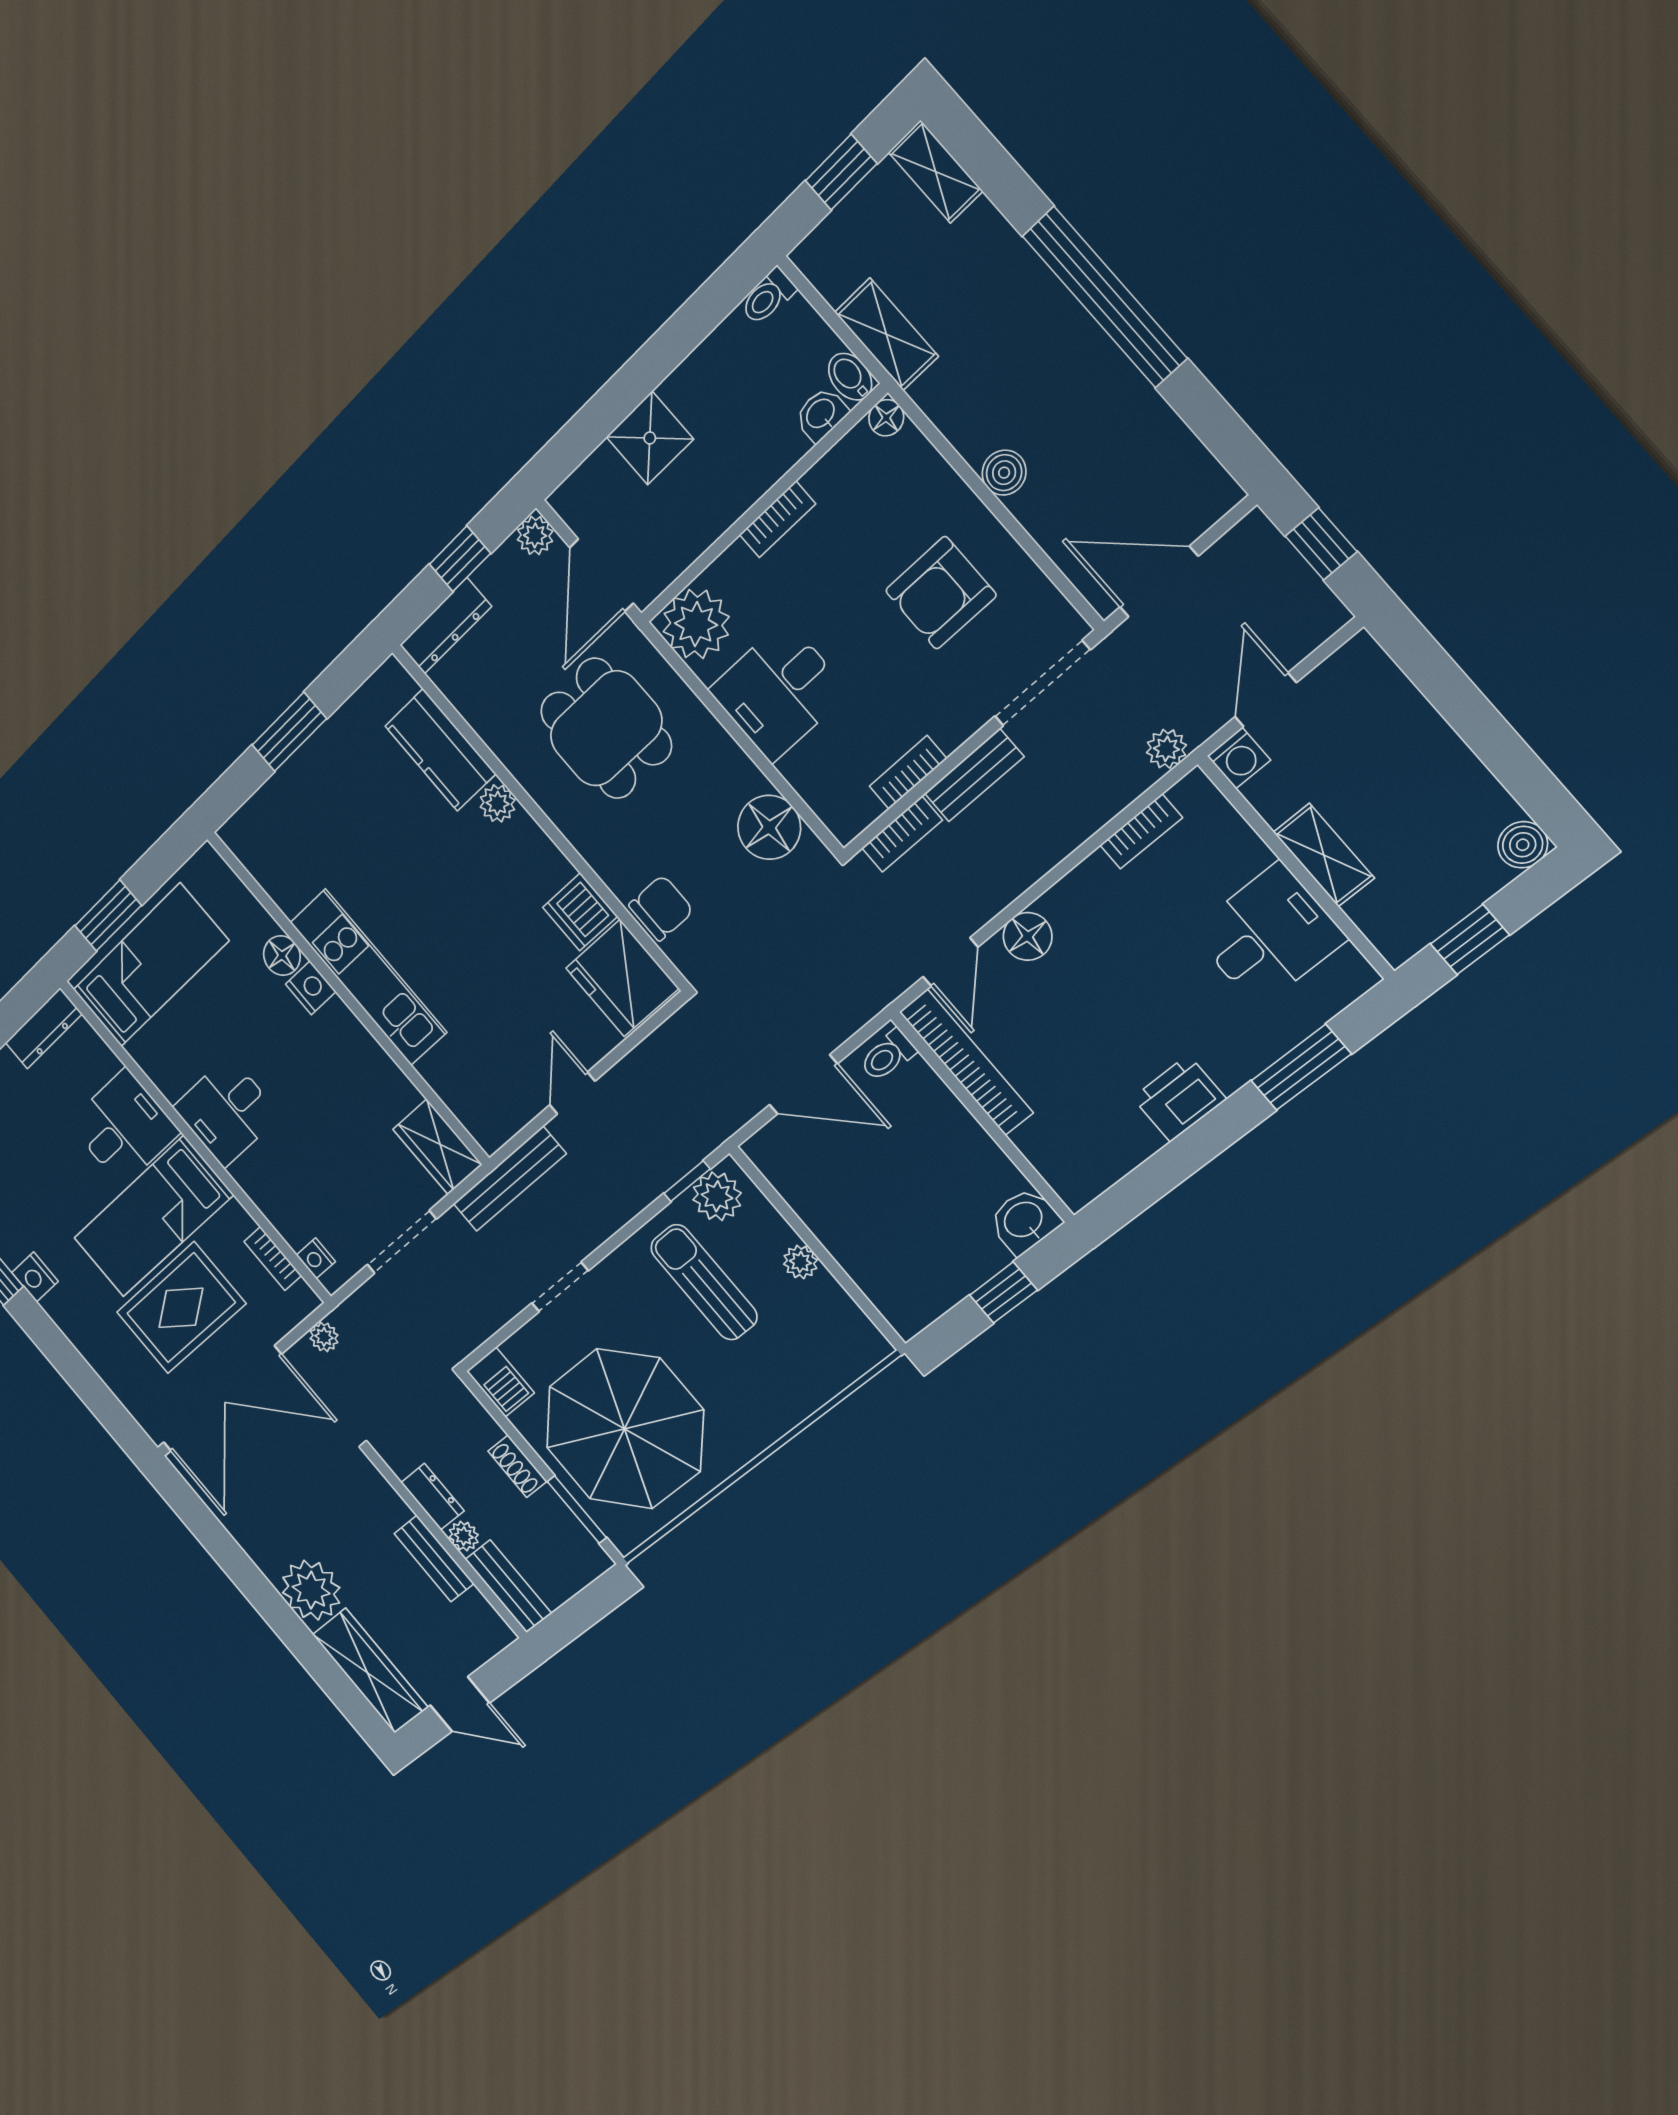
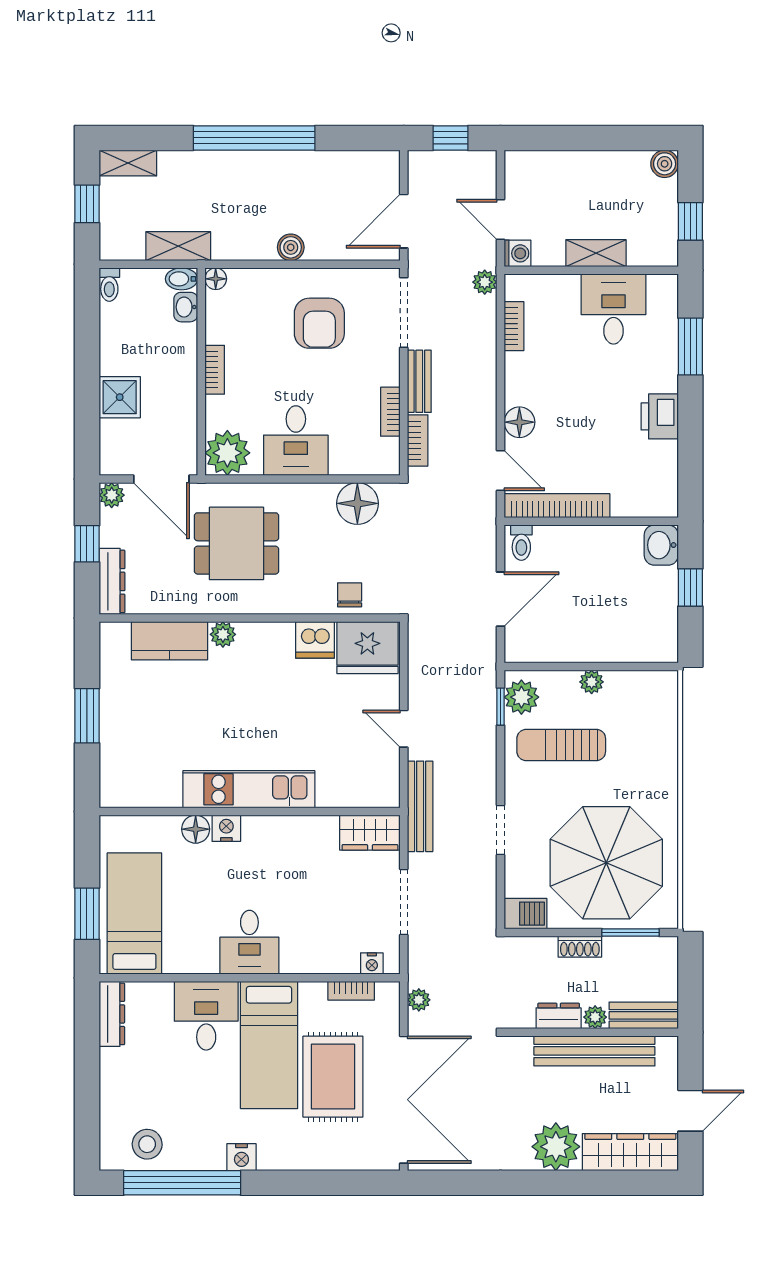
chair: (661, 908) -> (350, 595), width x0.73, depth x0.73
bench: (434, 1559) -> (594, 1051), width x1.86, depth x1.21

